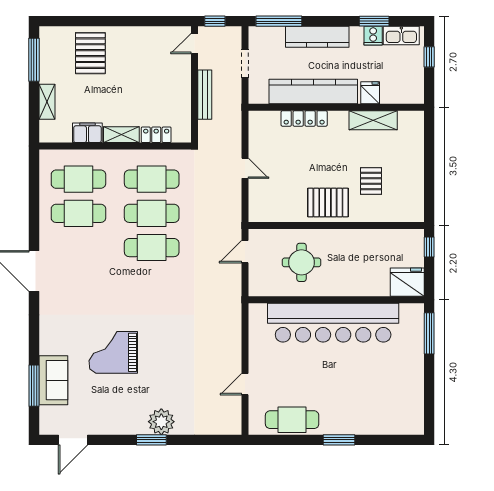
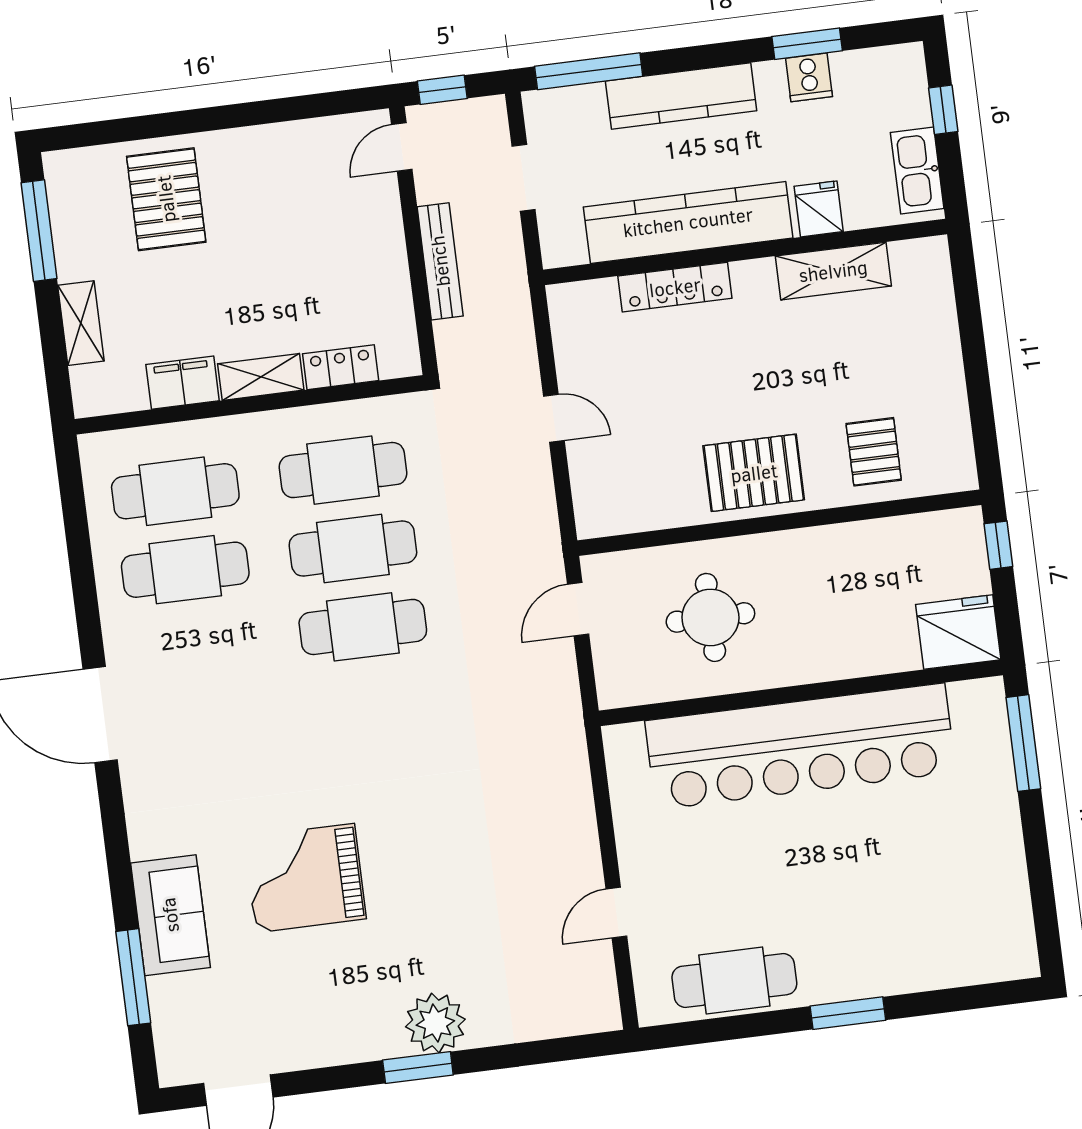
kitchen sink: (401, 36) -> (917, 170), moved, turned 90
pallet: (371, 181) -> (874, 452), moved
sofa: (53, 380) -> (170, 915), moved

